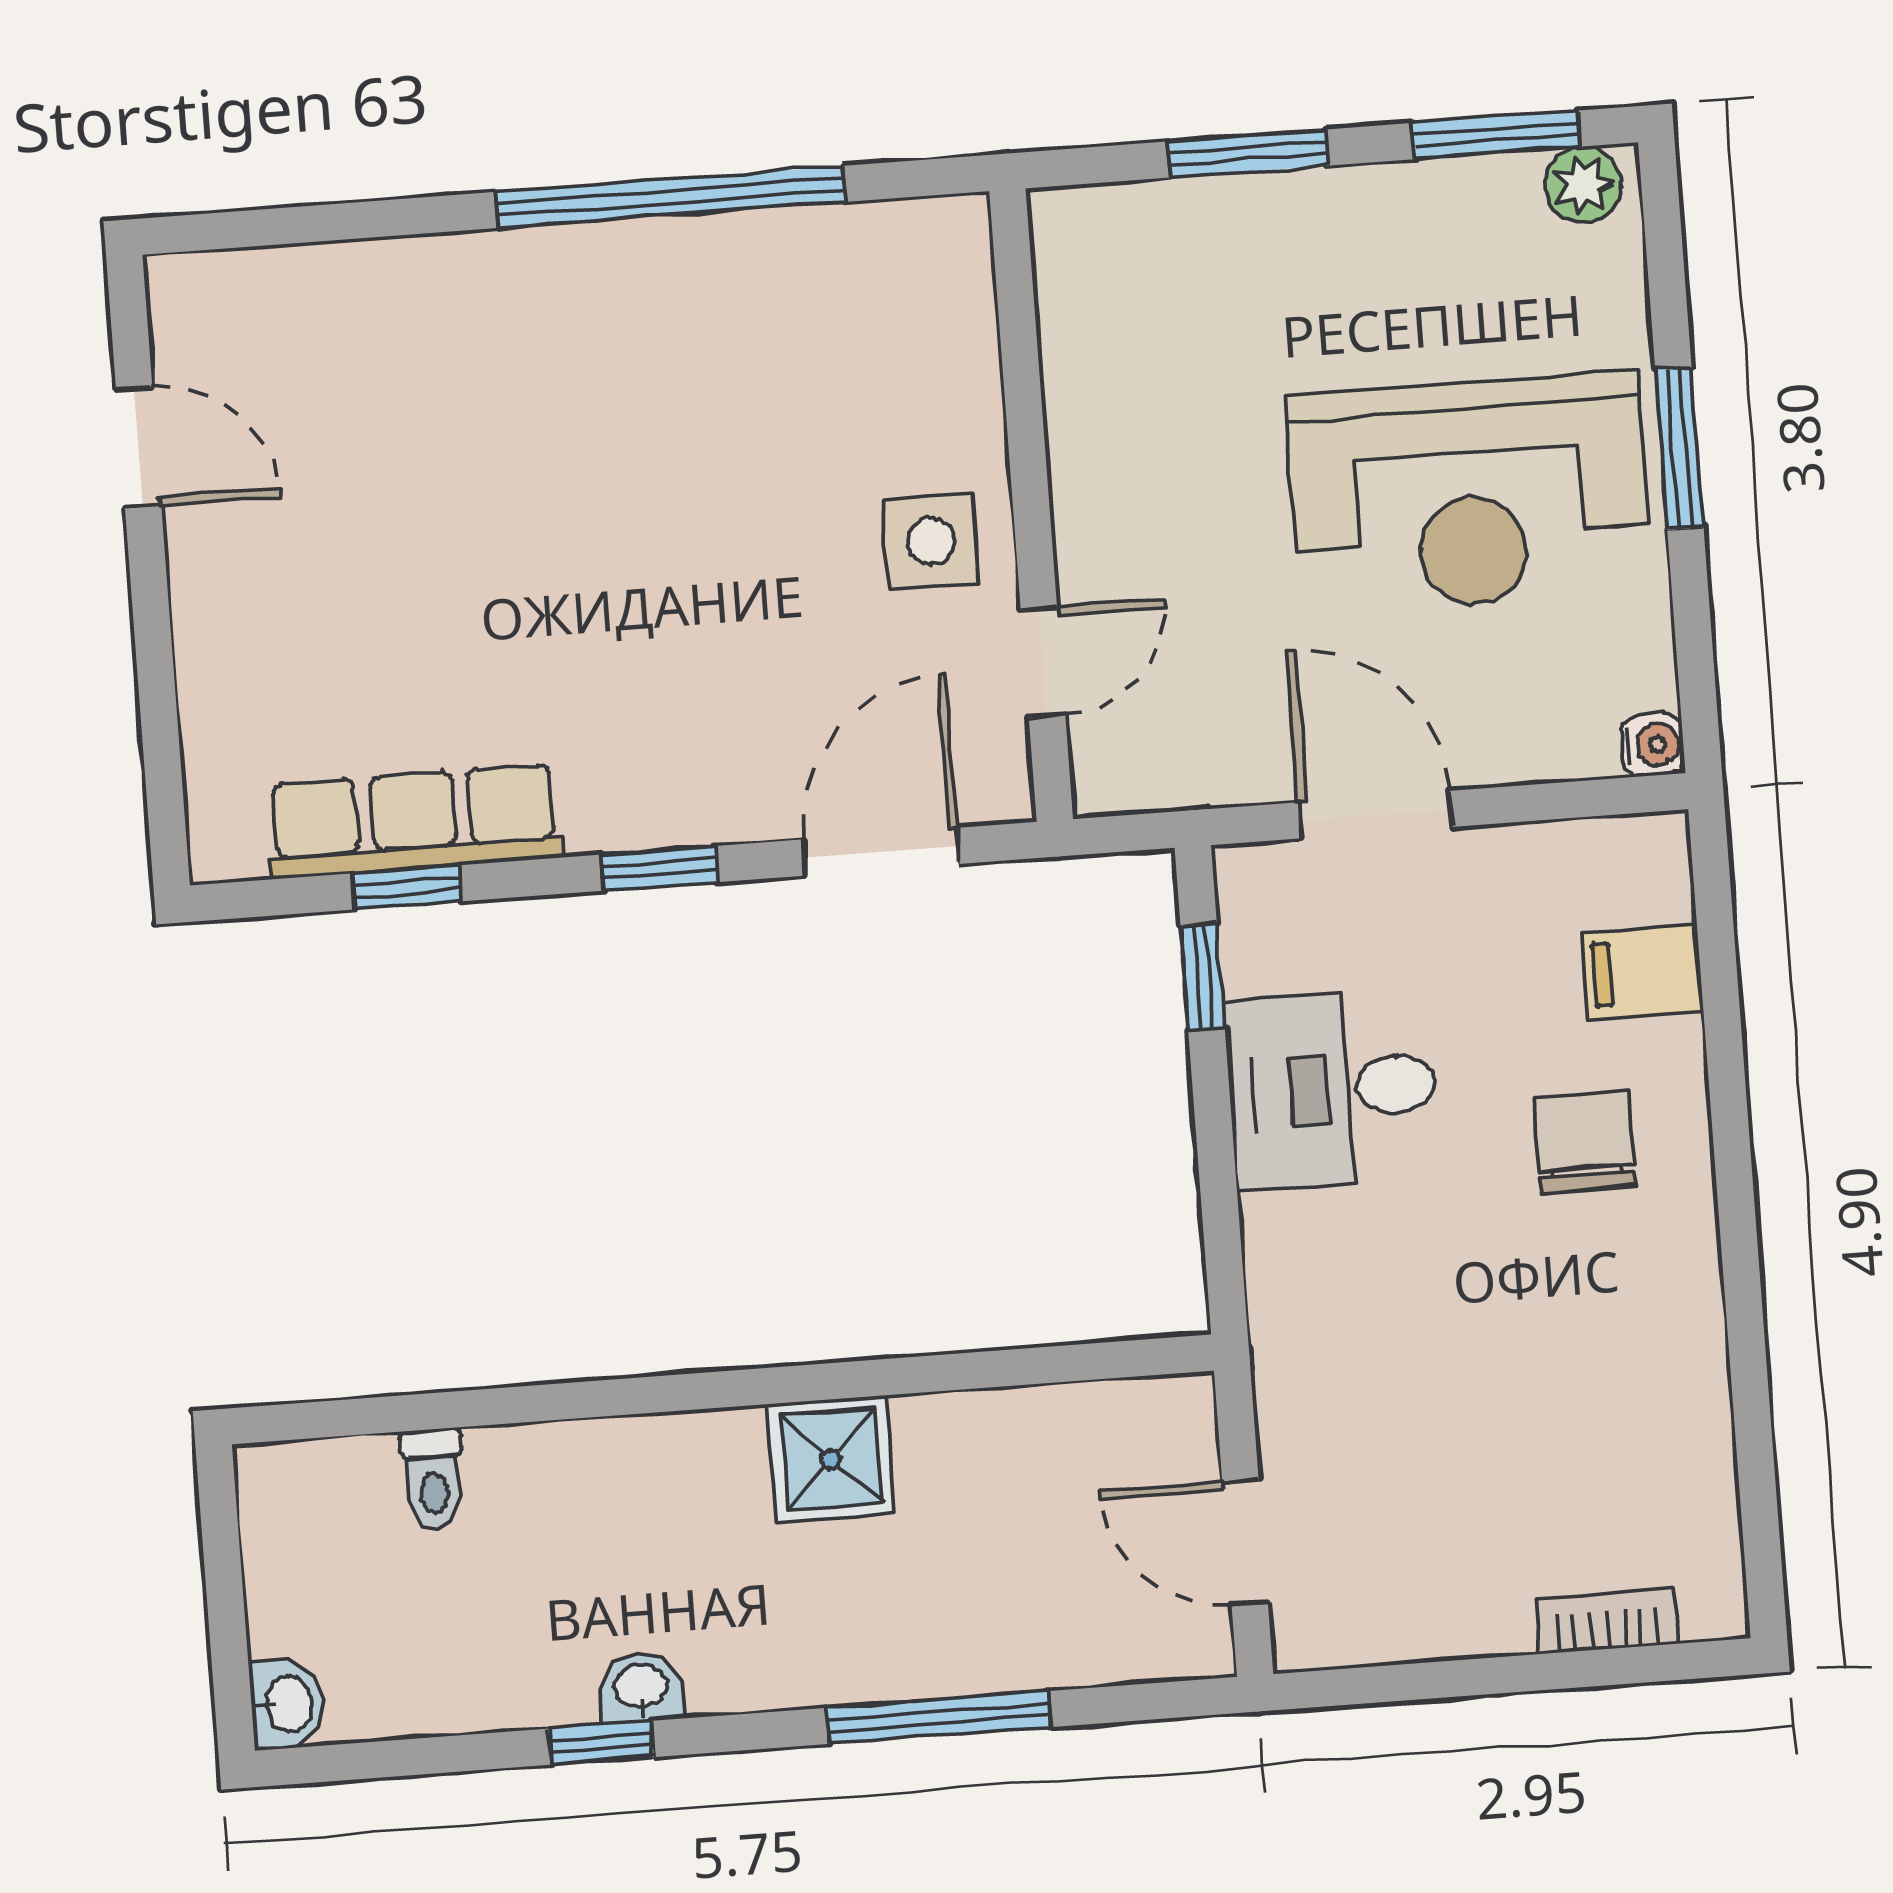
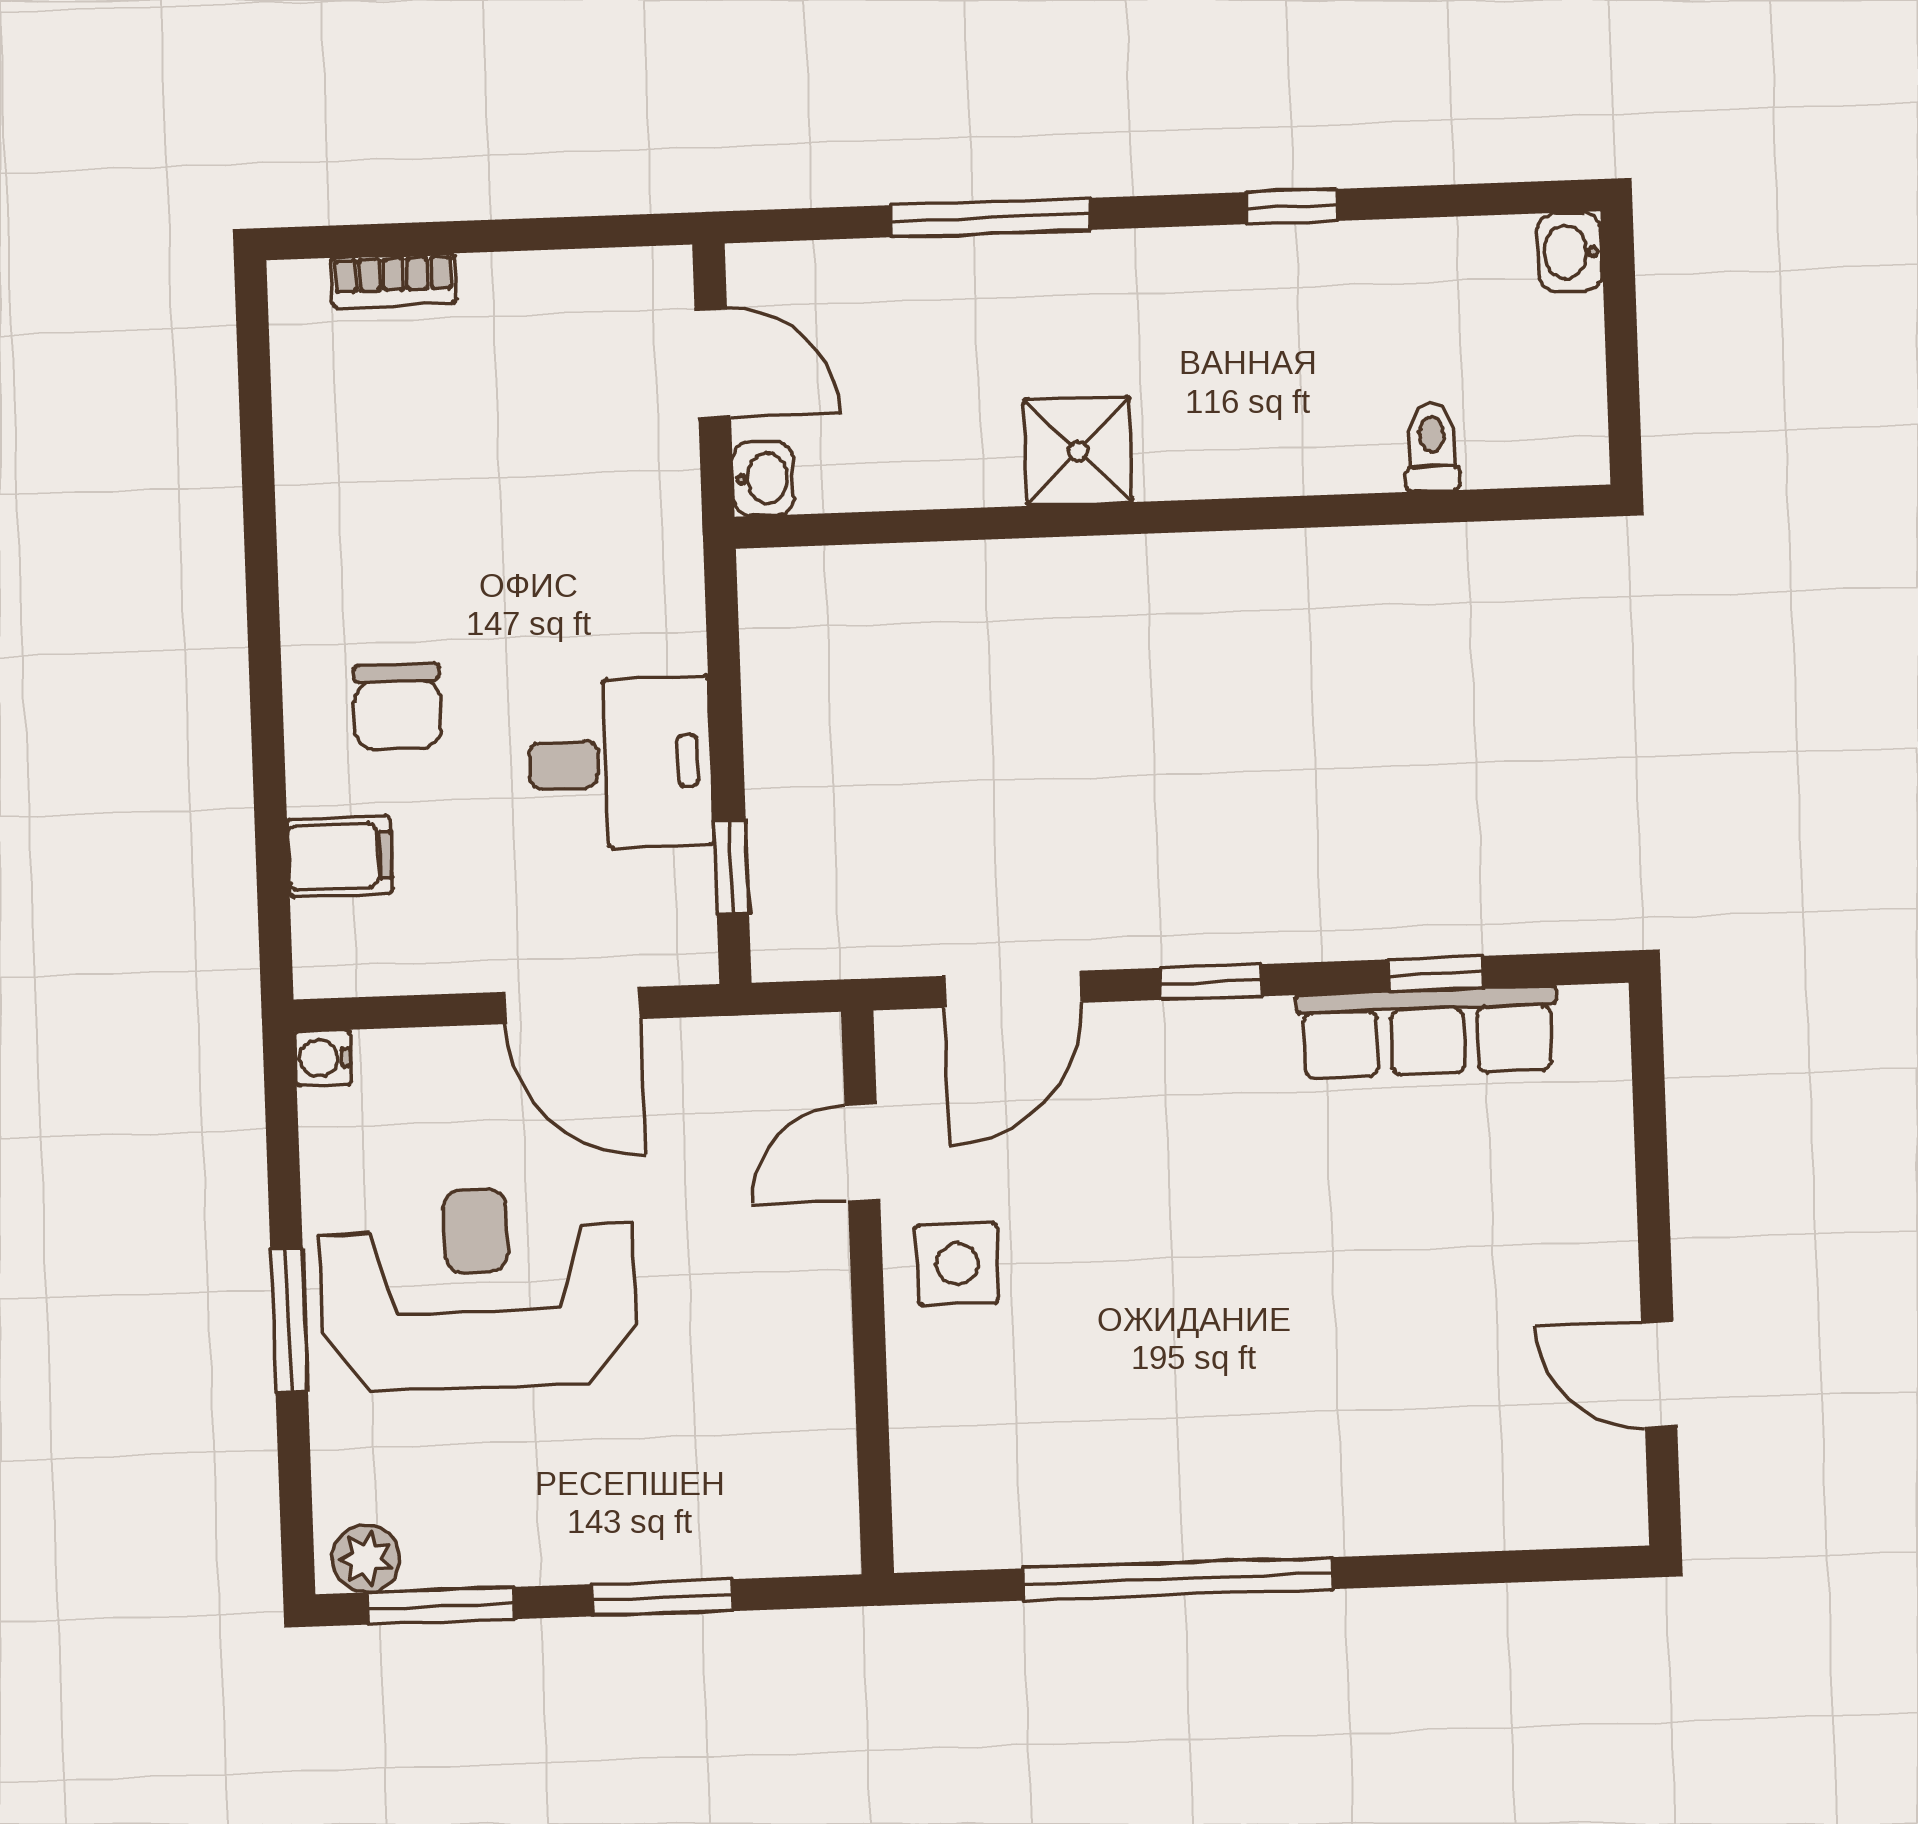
washbasin: (641, 1688) -> (763, 478), moved, turned -90

